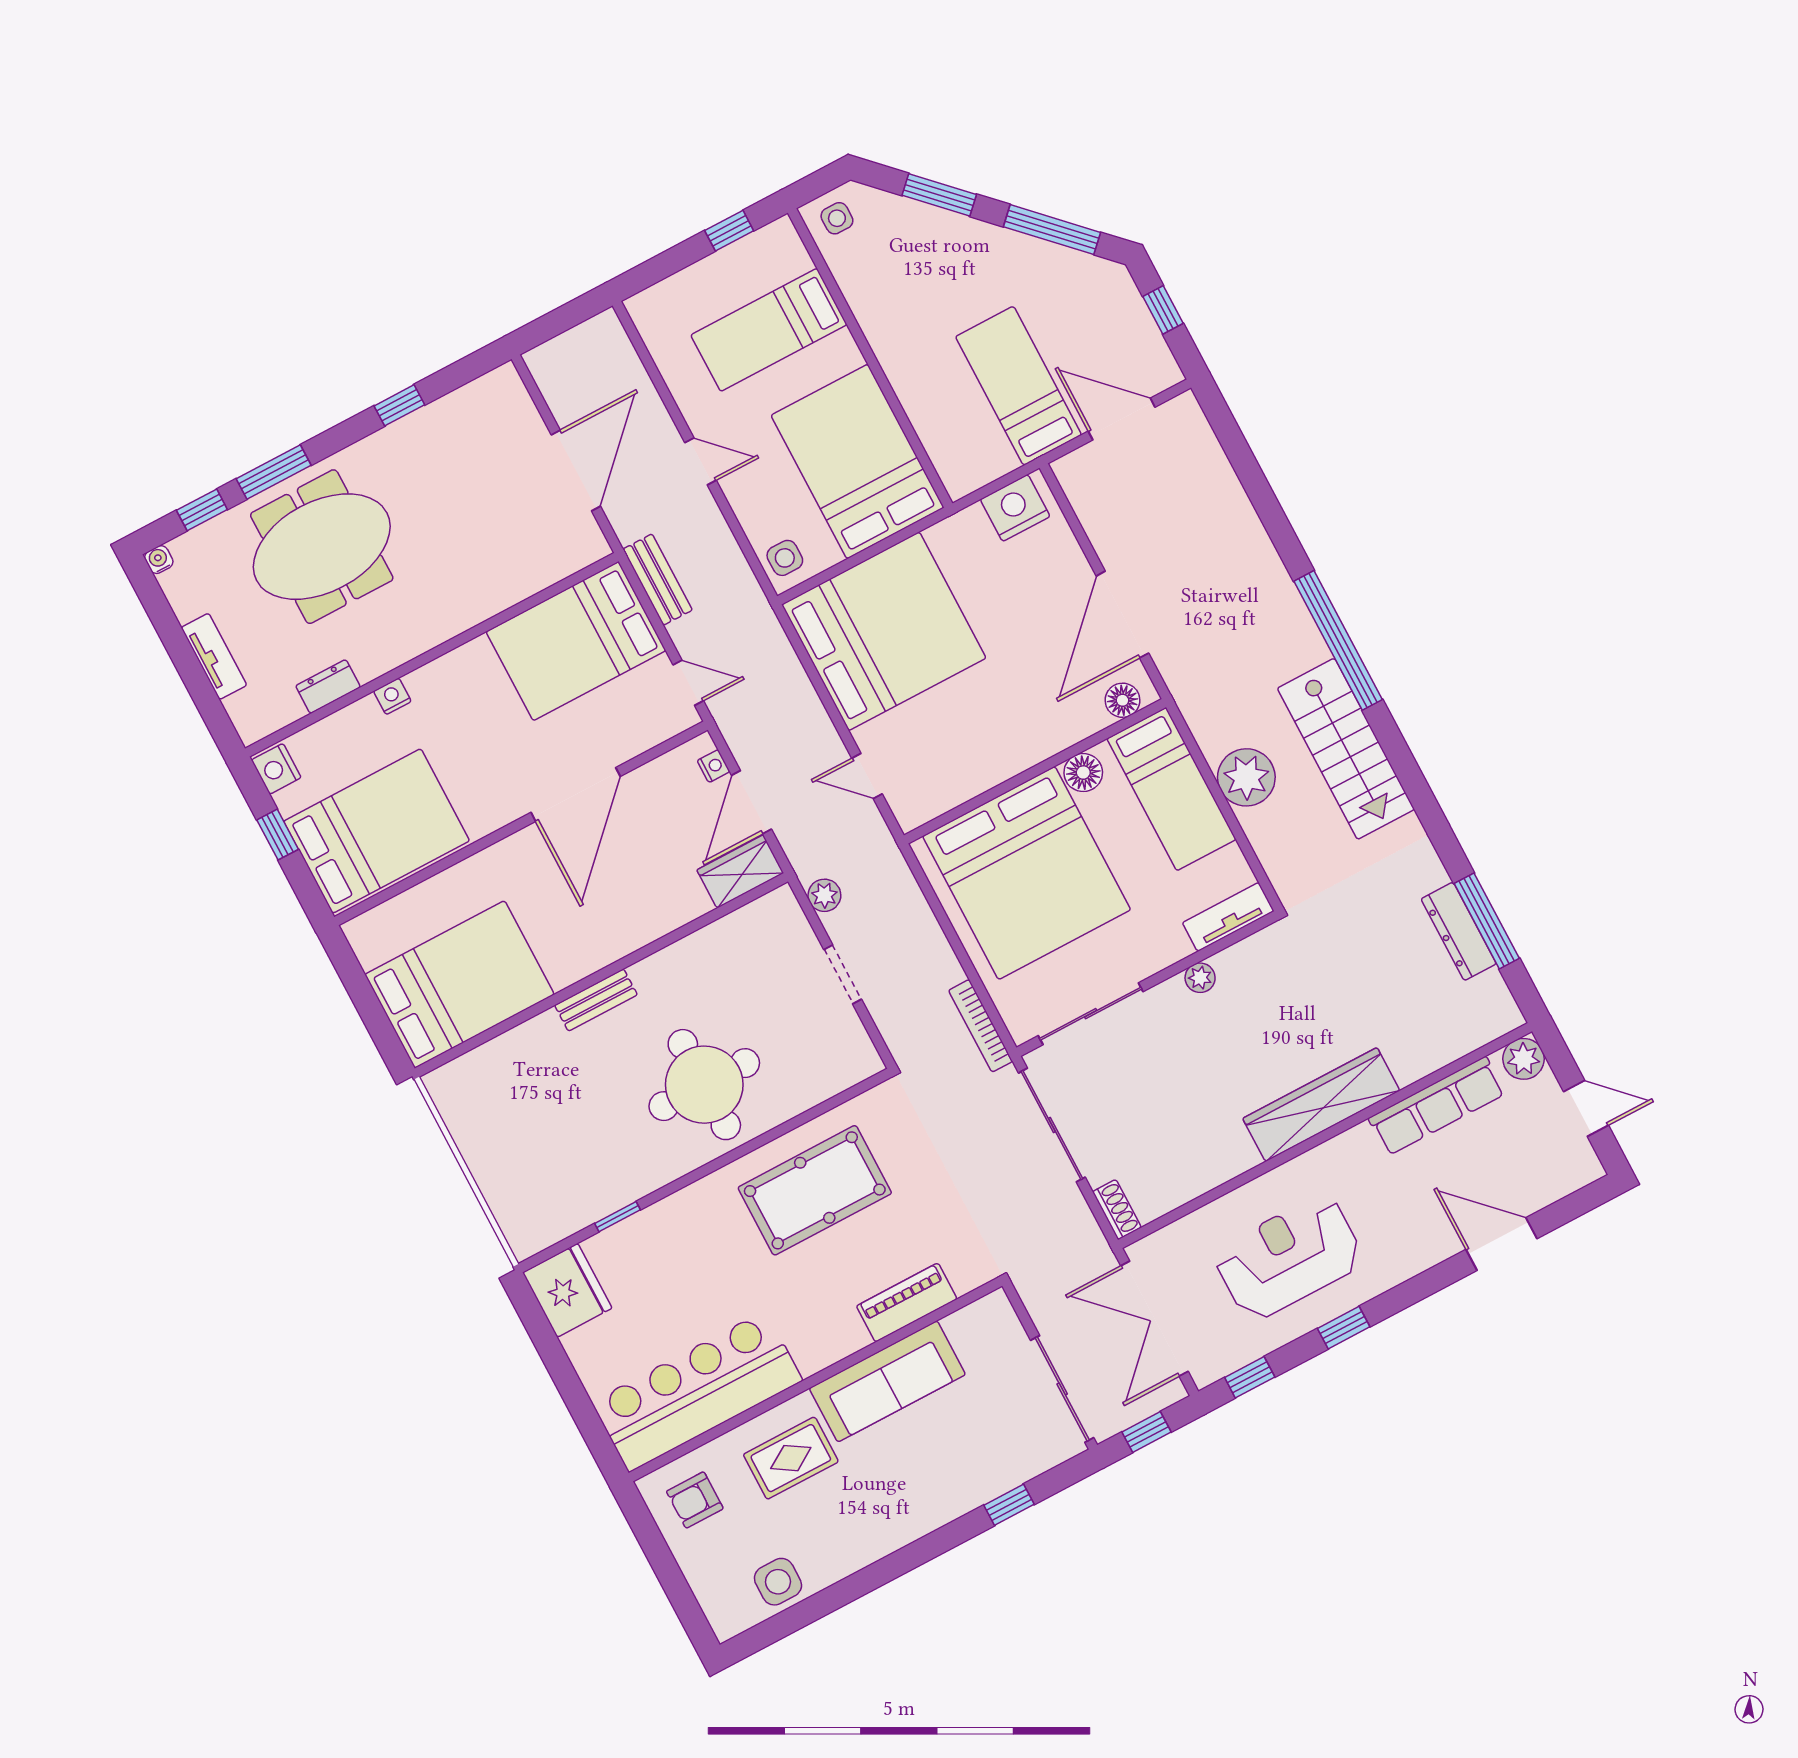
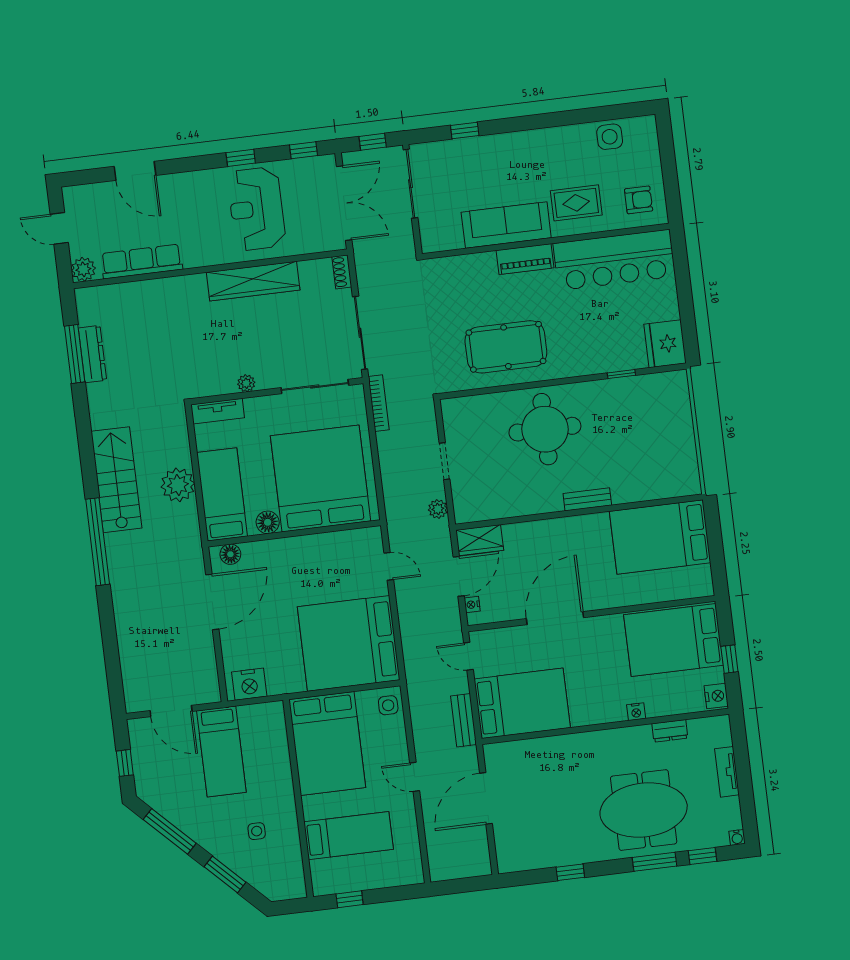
side table: (837, 218) -> (257, 831), moved
wardrobe: (1321, 1105) -> (253, 281), moved
reception desk: (1289, 1257) -> (256, 209), turned 90
piano: (907, 1303) -> (525, 259), moved

